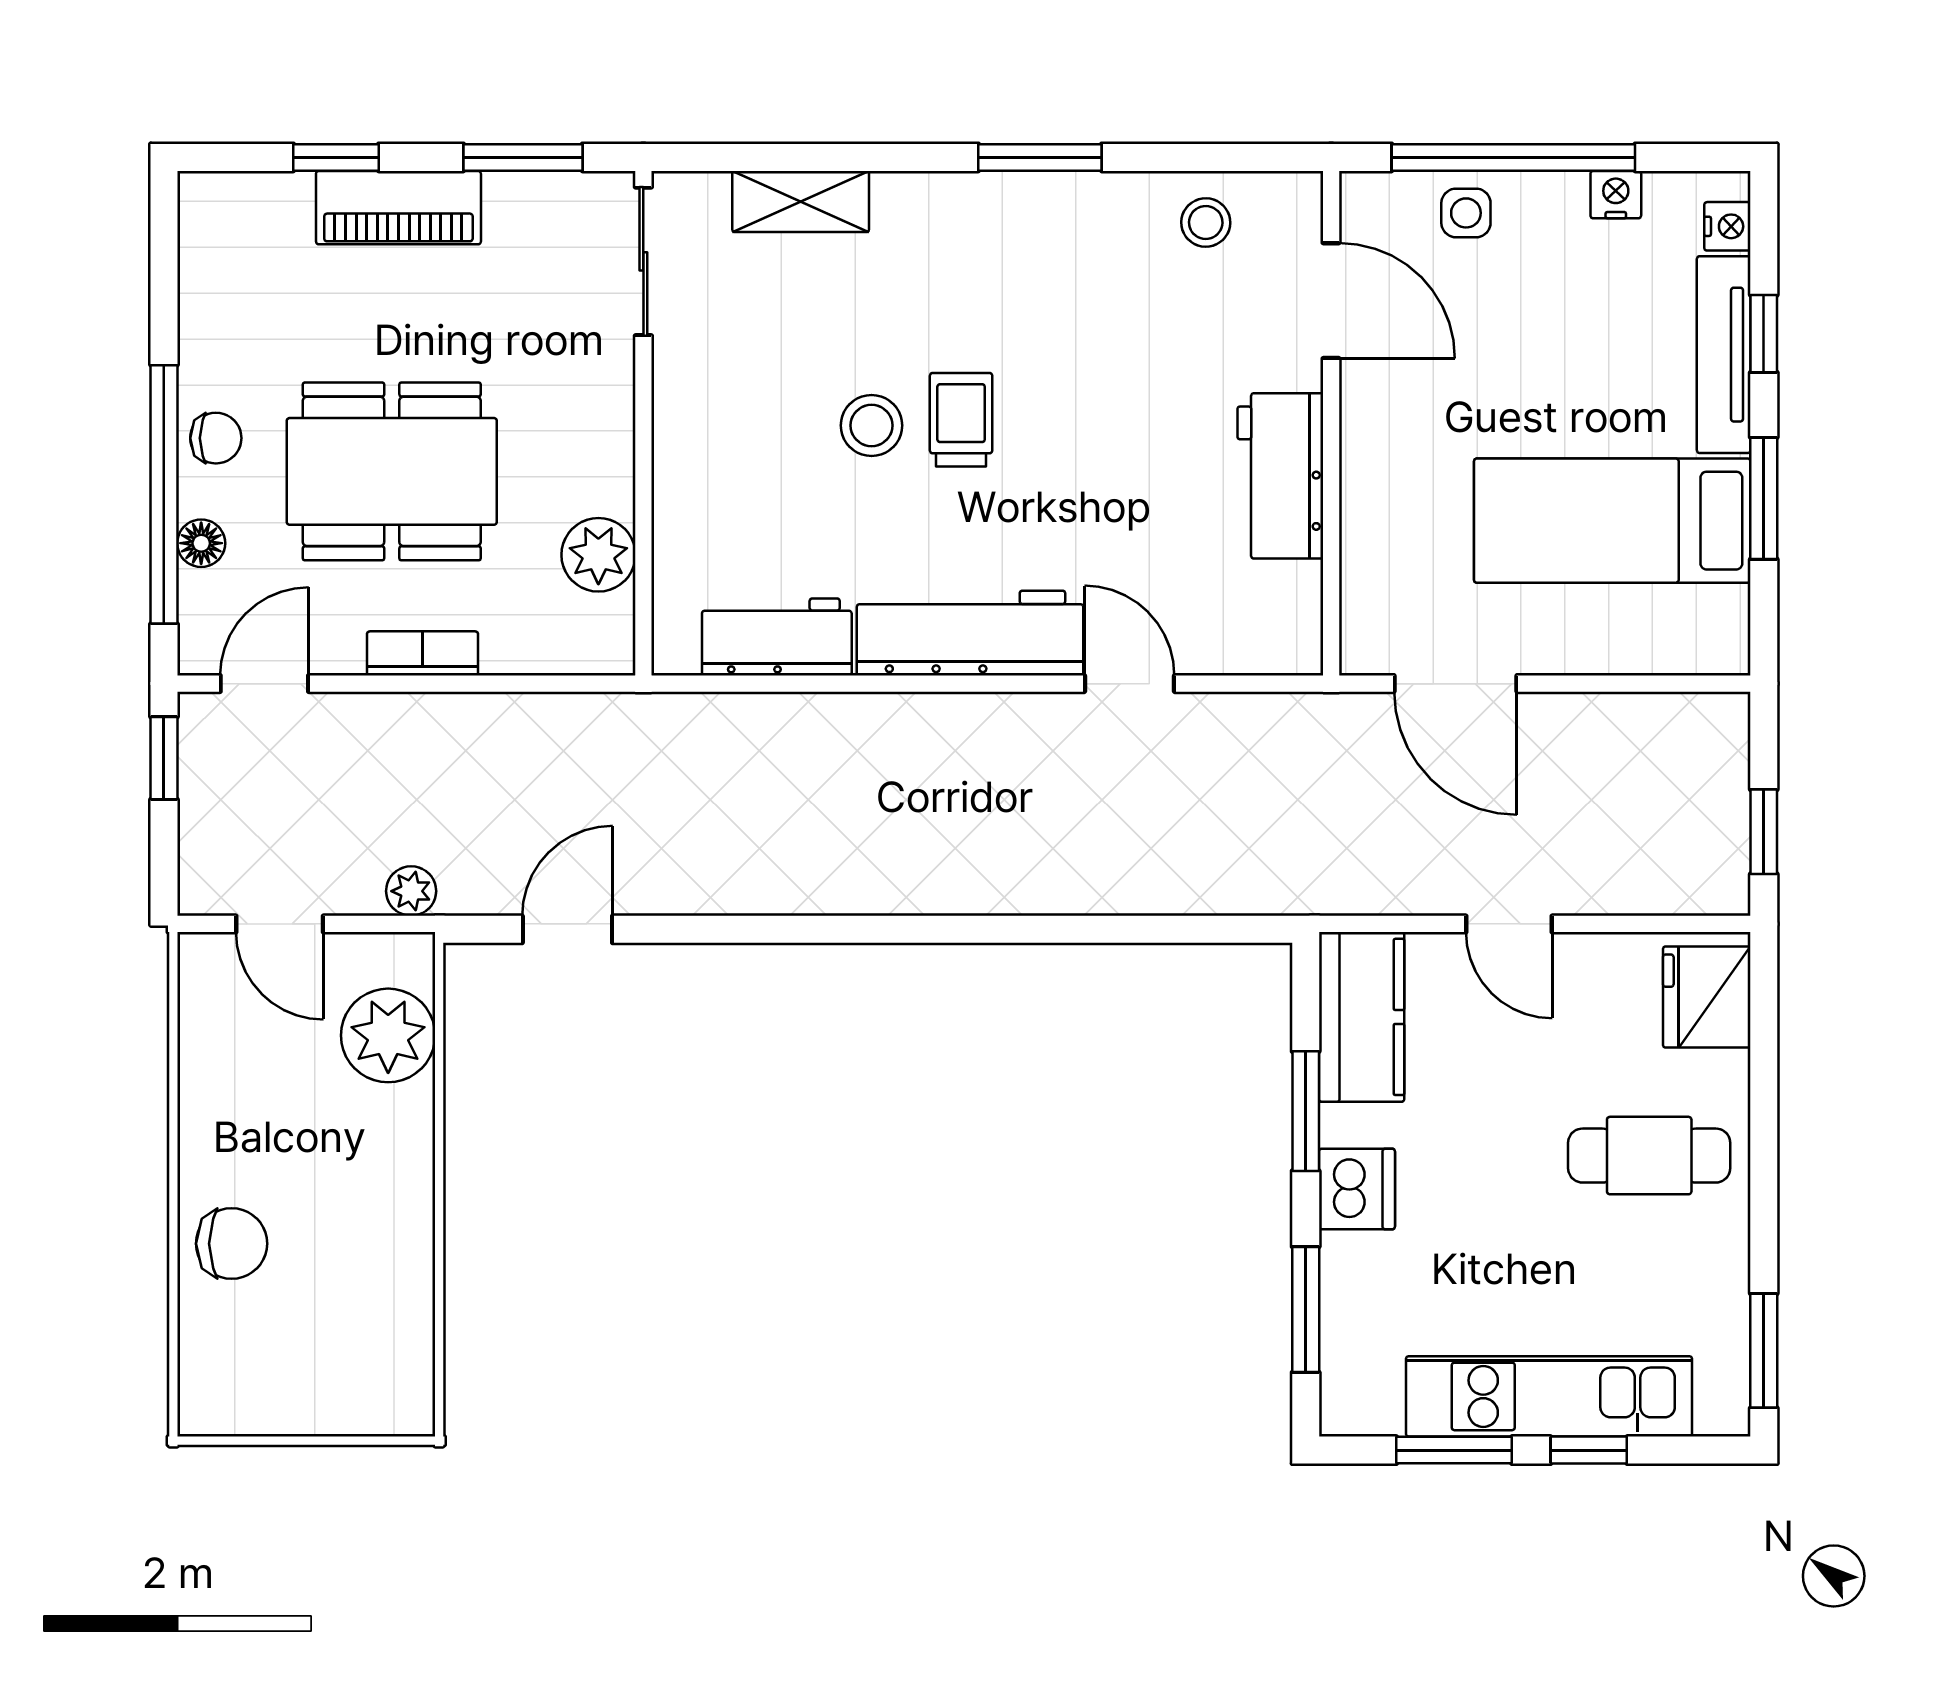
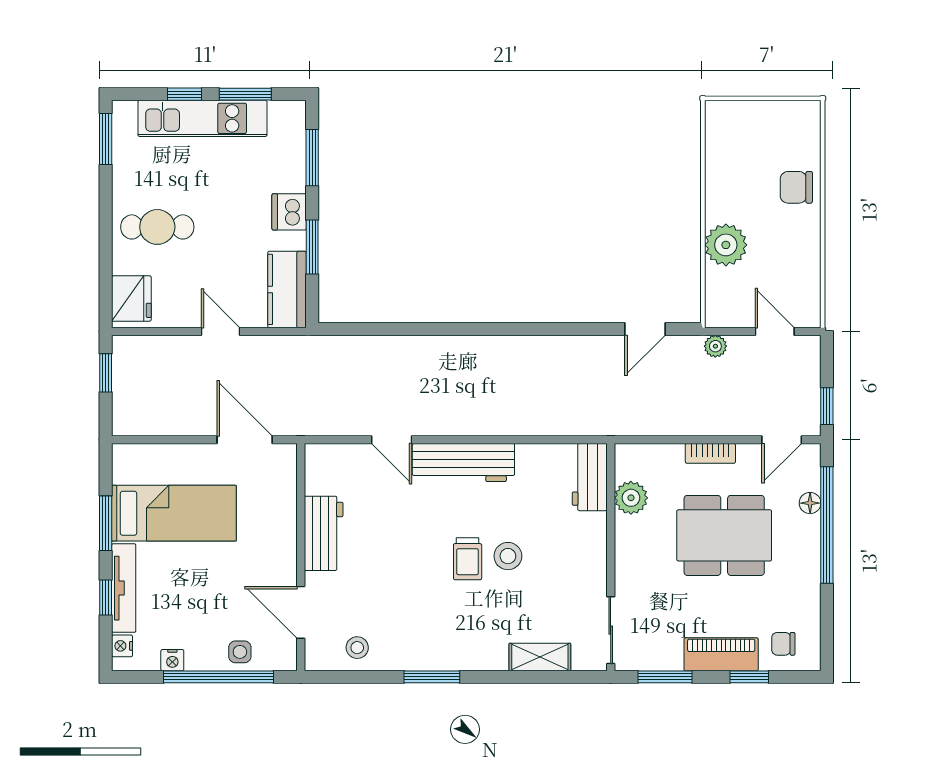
chair: (216, 438) -> (783, 644), moved
workbench: (777, 637) -> (590, 477), moved, turned 90
plant: (388, 1035) -> (726, 245), moved

